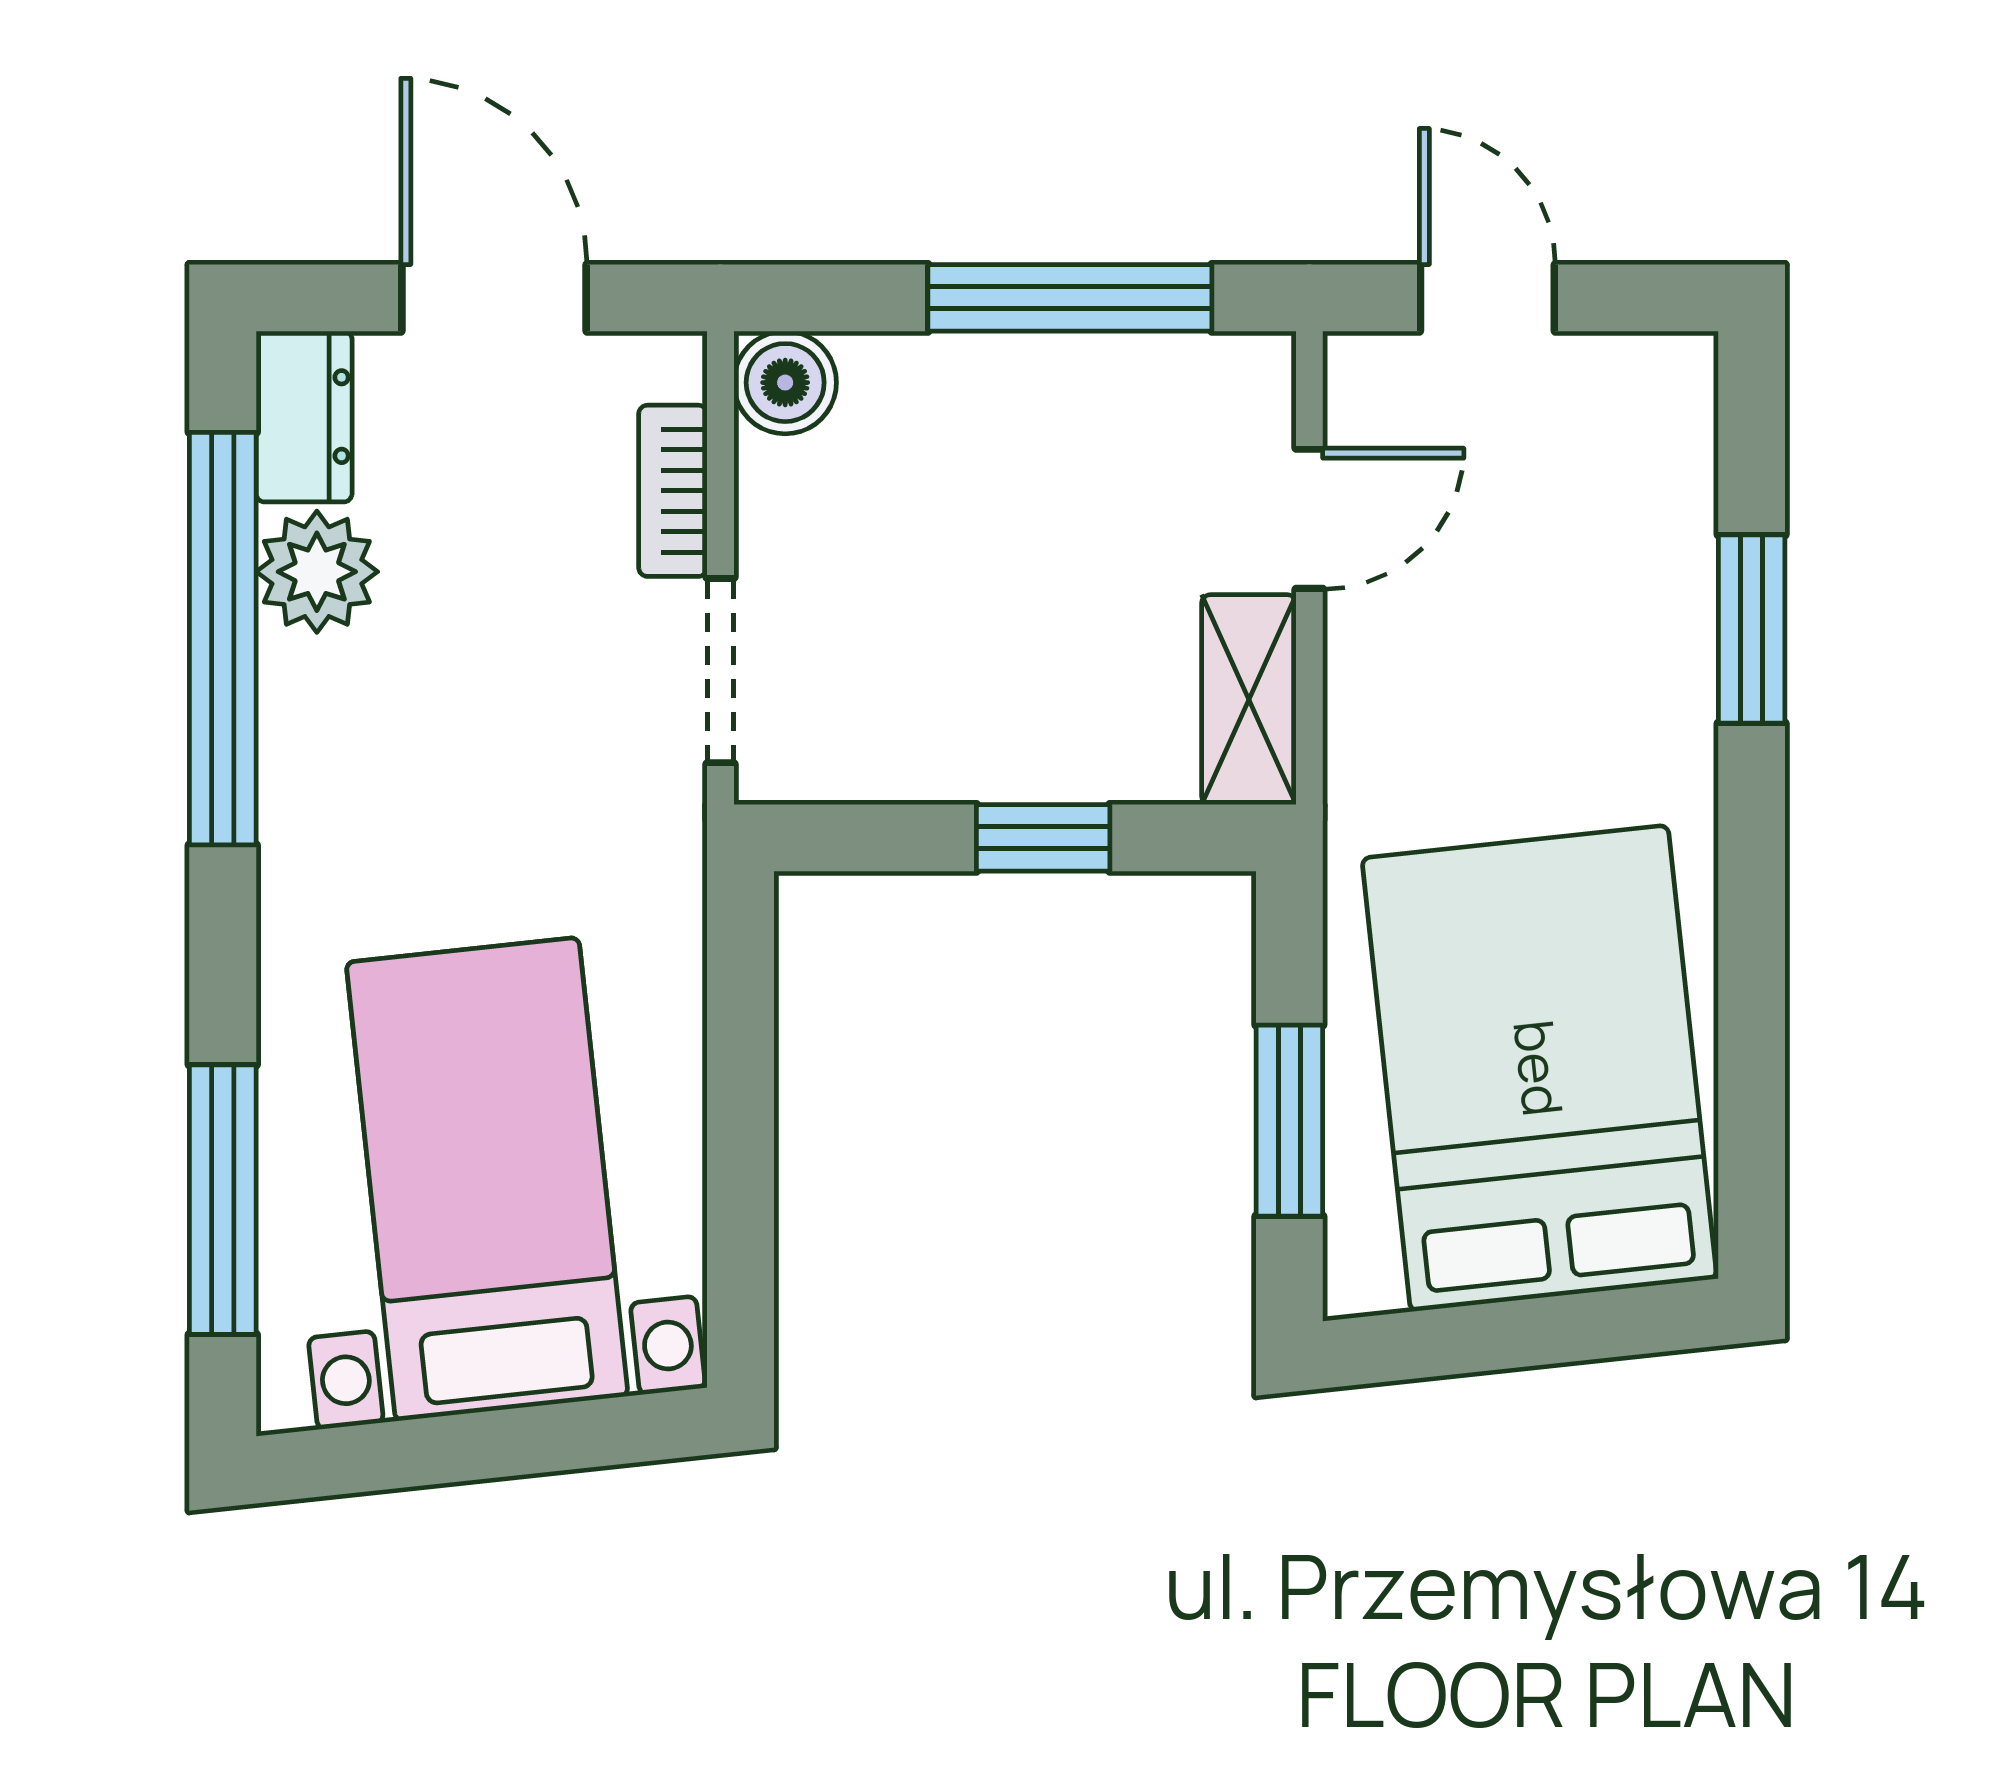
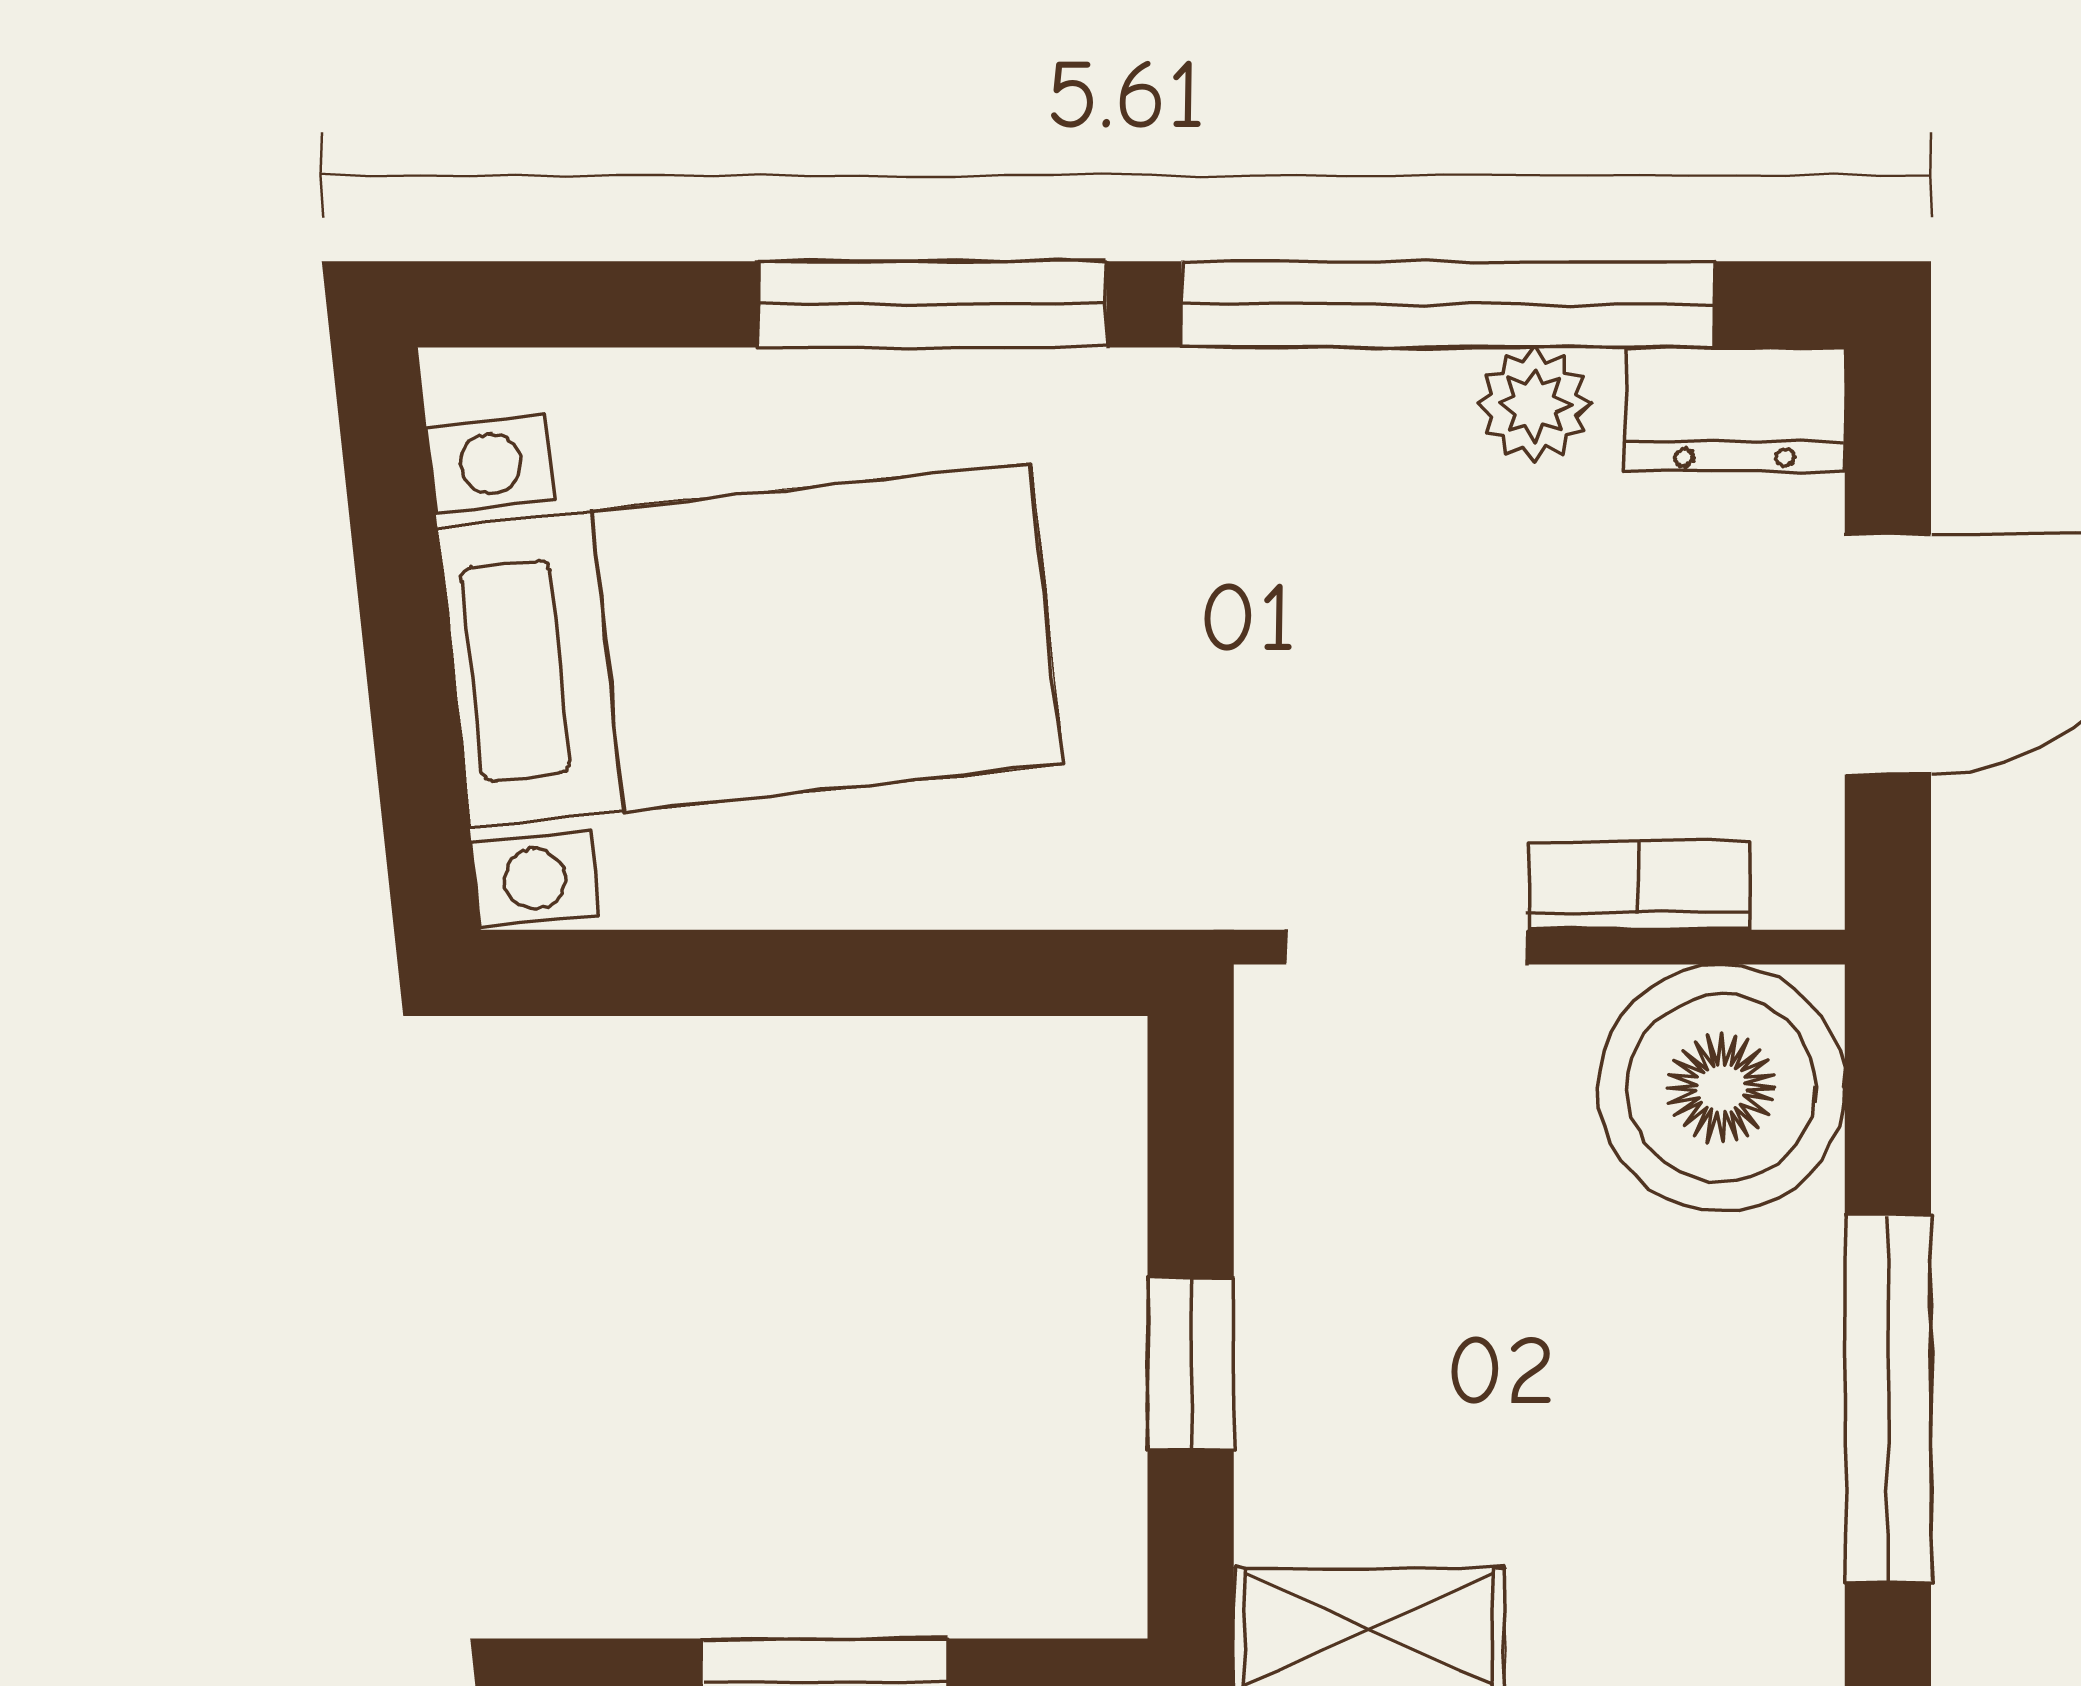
boiler: (785, 383) -> (1721, 1088), width x1.86, depth x1.86
plant: (317, 572) -> (1534, 404), width x0.73, depth x0.73
window: (223, 1200) -> (932, 304), moved

